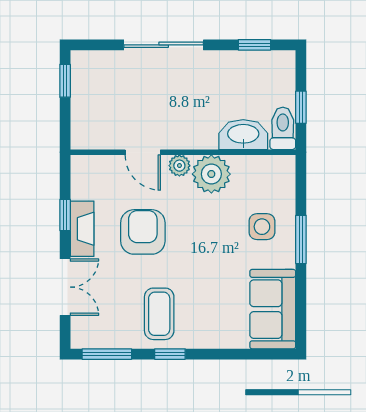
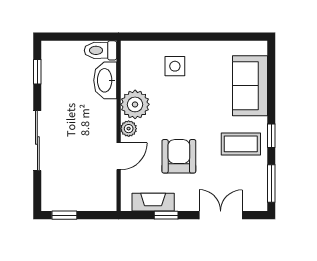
window: (301, 107) -> (84, 37), removed
fireplace: (82, 229) -> (153, 202), moved
armchair: (143, 232) -> (179, 156), turned 90
window: (301, 239) -> (185, 37), removed
sofa: (273, 309) -> (250, 86), moved, turned 90

